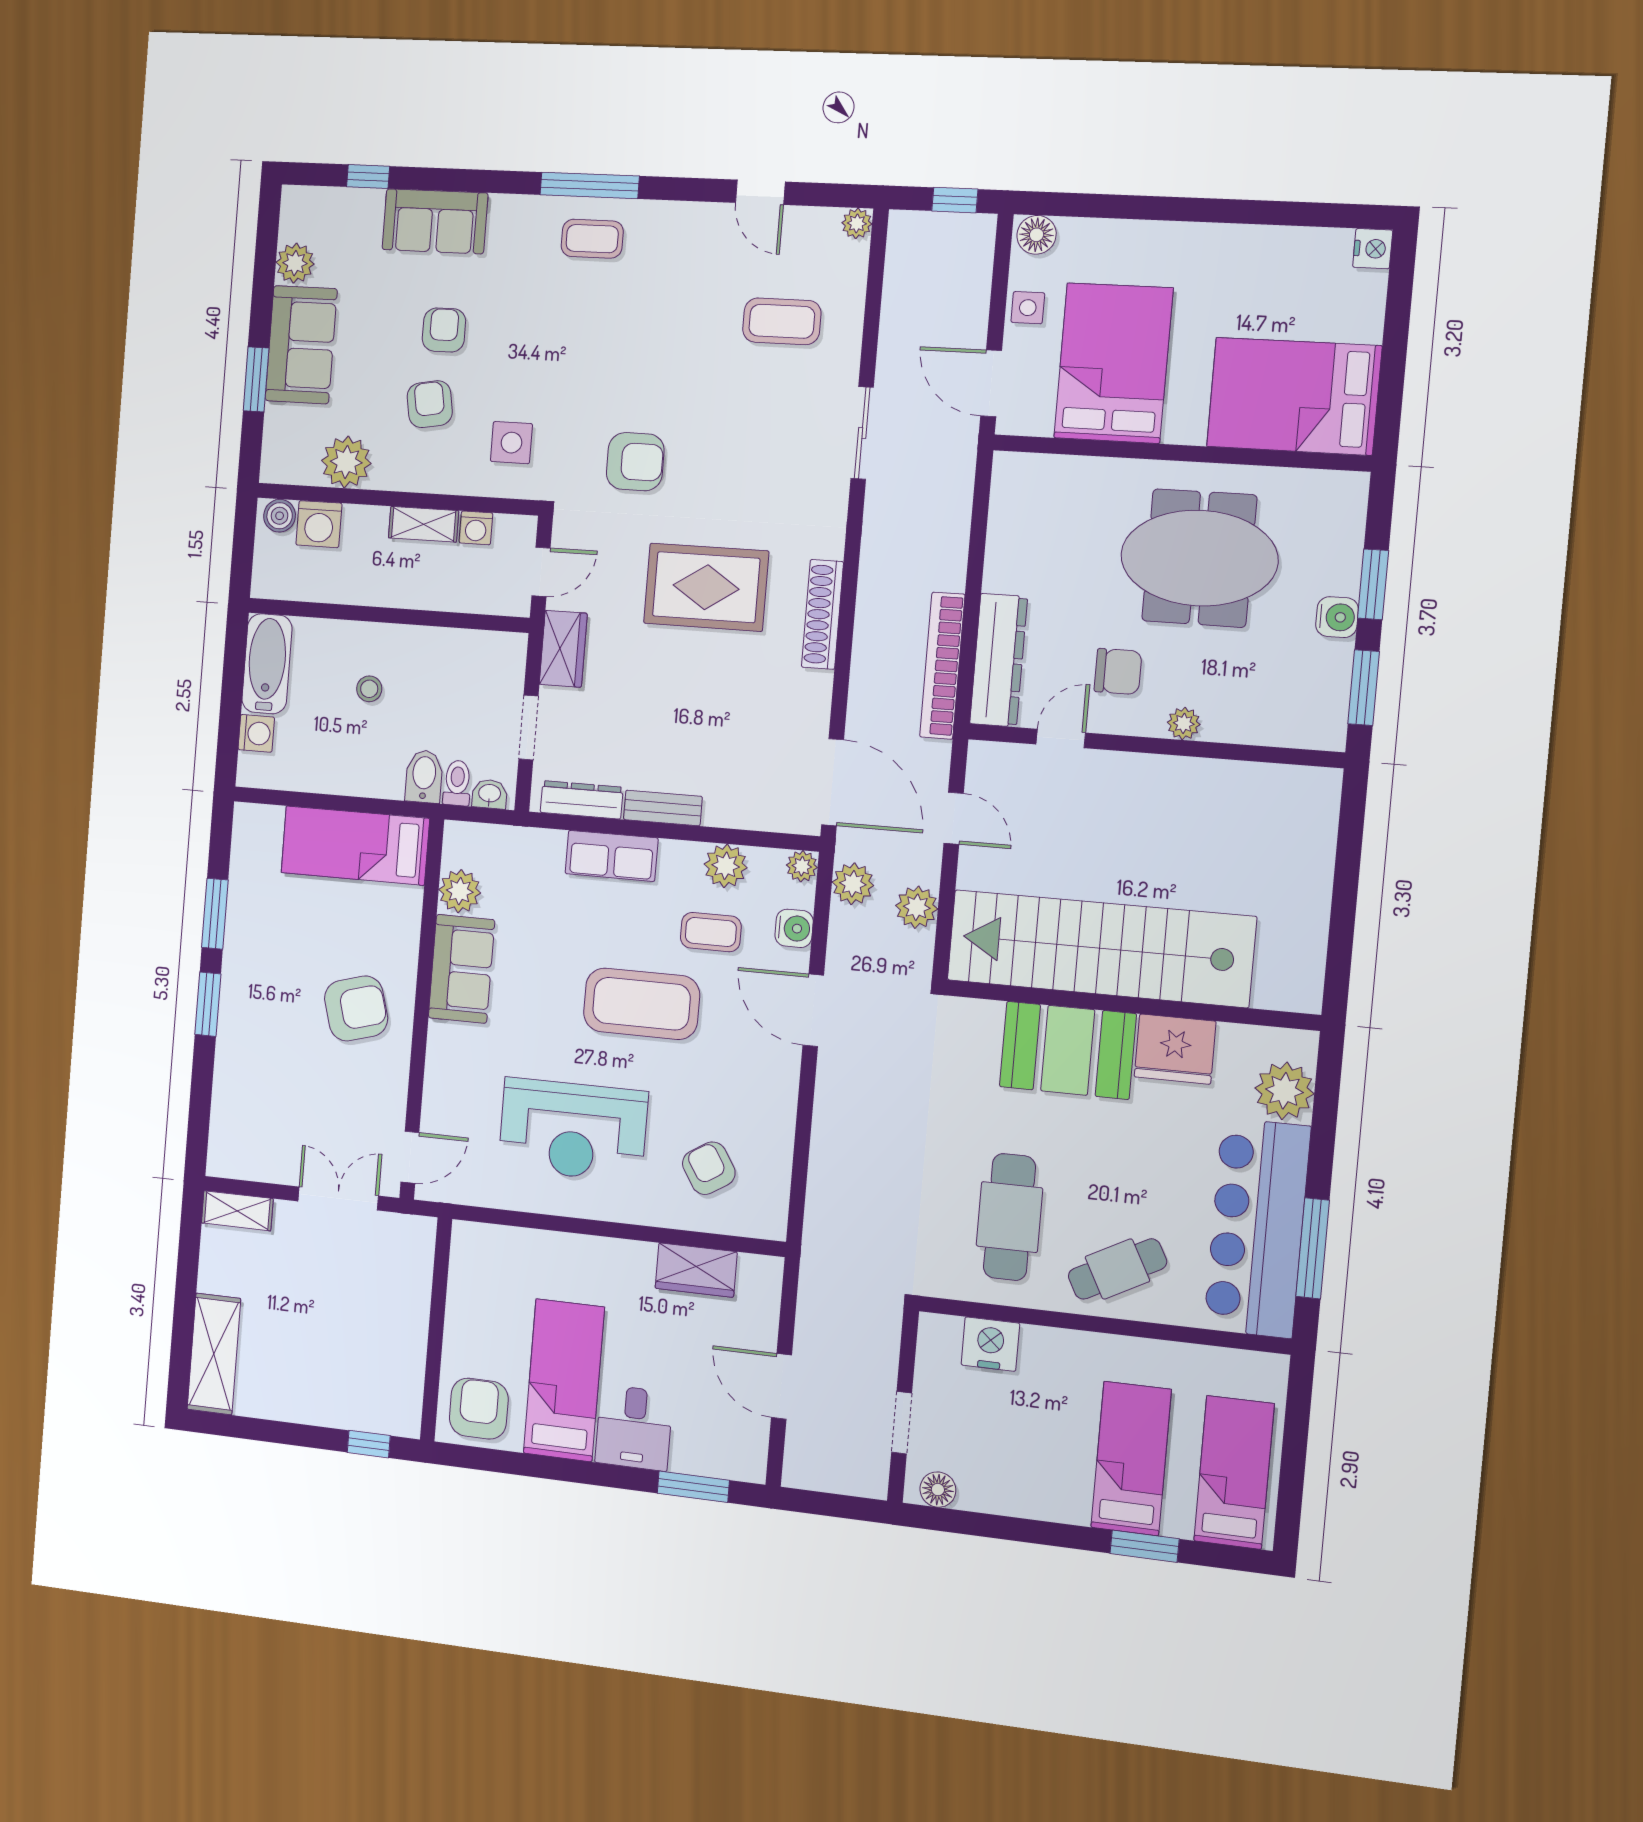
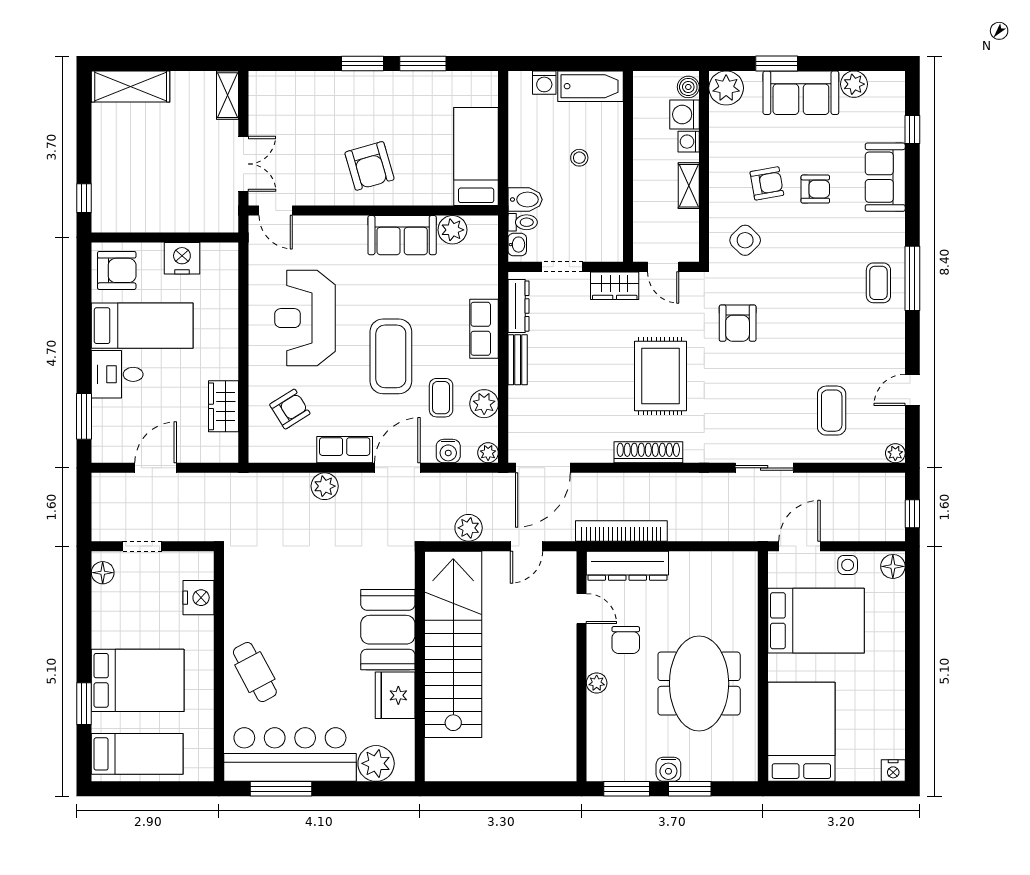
side table: (511, 443) -> (745, 240), turned 45
plant: (346, 462) -> (726, 88), moved
washing machine: (476, 528) -> (689, 142), moved
plant: (853, 884) -> (325, 486), moved
row of seats: (778, 1090) -> (345, 450), added
cafe table: (1009, 1217) -> (280, 603), removed
nightstand: (469, 1307) -> (182, 258), added
bed: (1131, 1458) -> (138, 680), width x1.50

